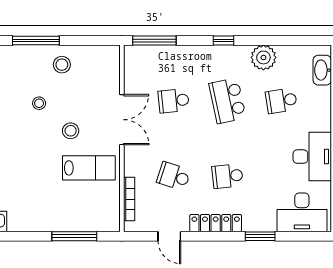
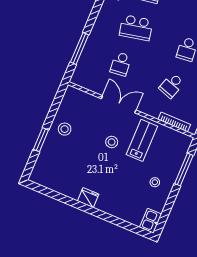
window: (36, 41) -> (41, 140), width x0.69
window: (154, 41) -> (79, 48), moved
window: (224, 41) -> (94, 13), removed
stool: (39, 103) -> (155, 182), moved

